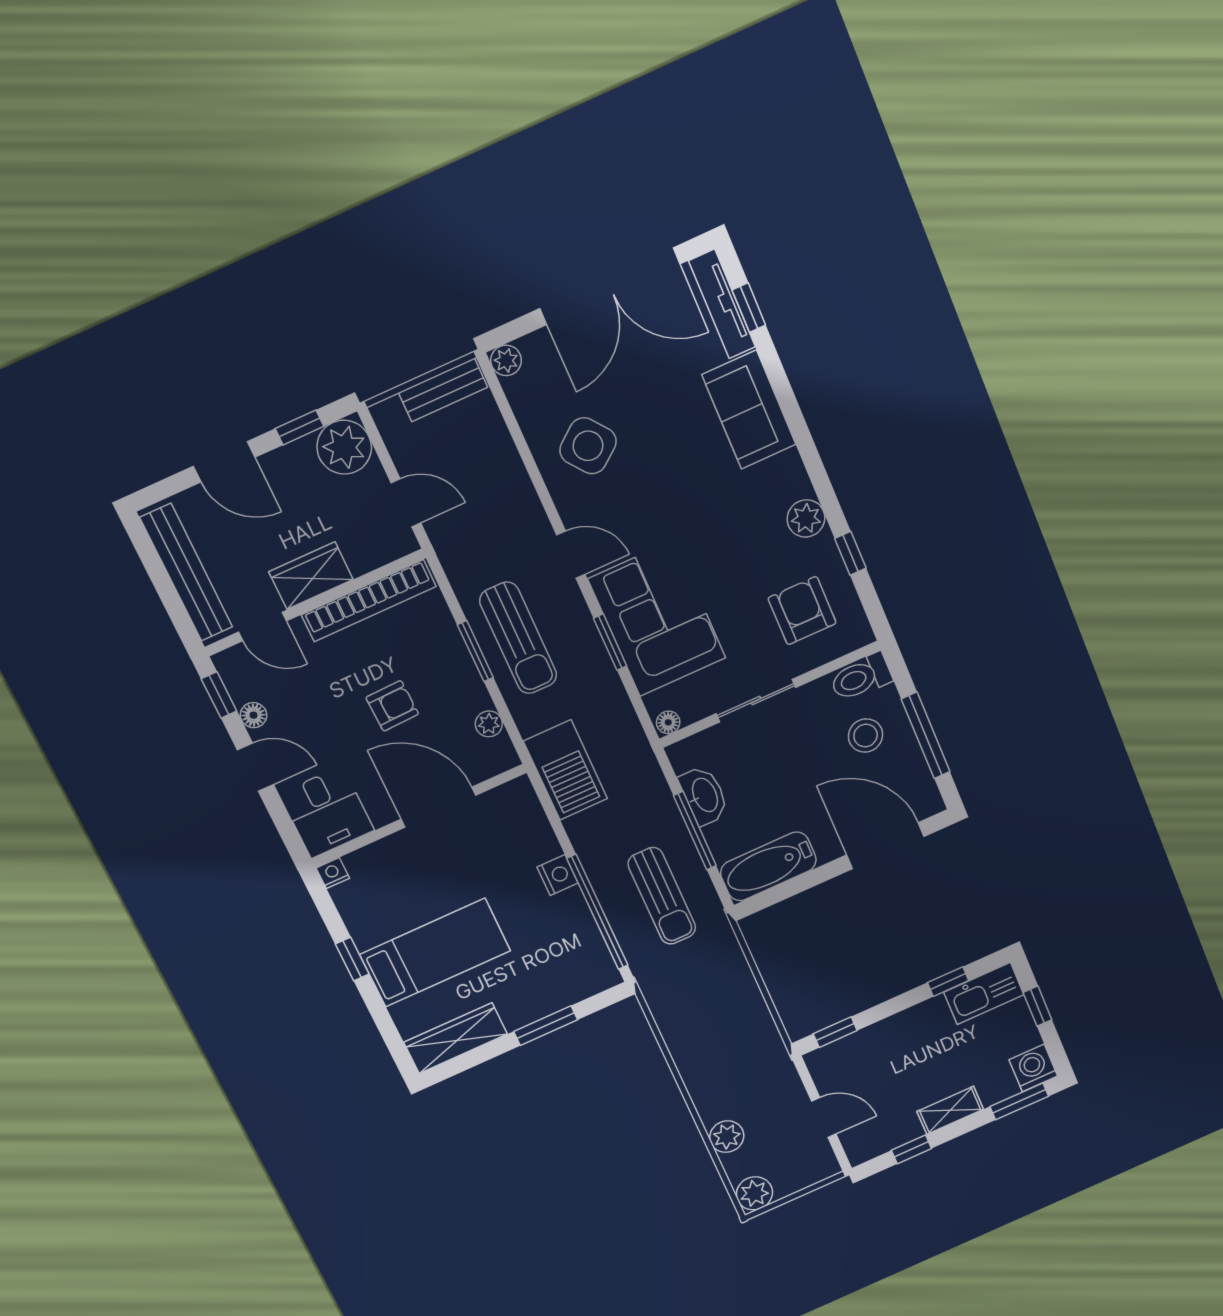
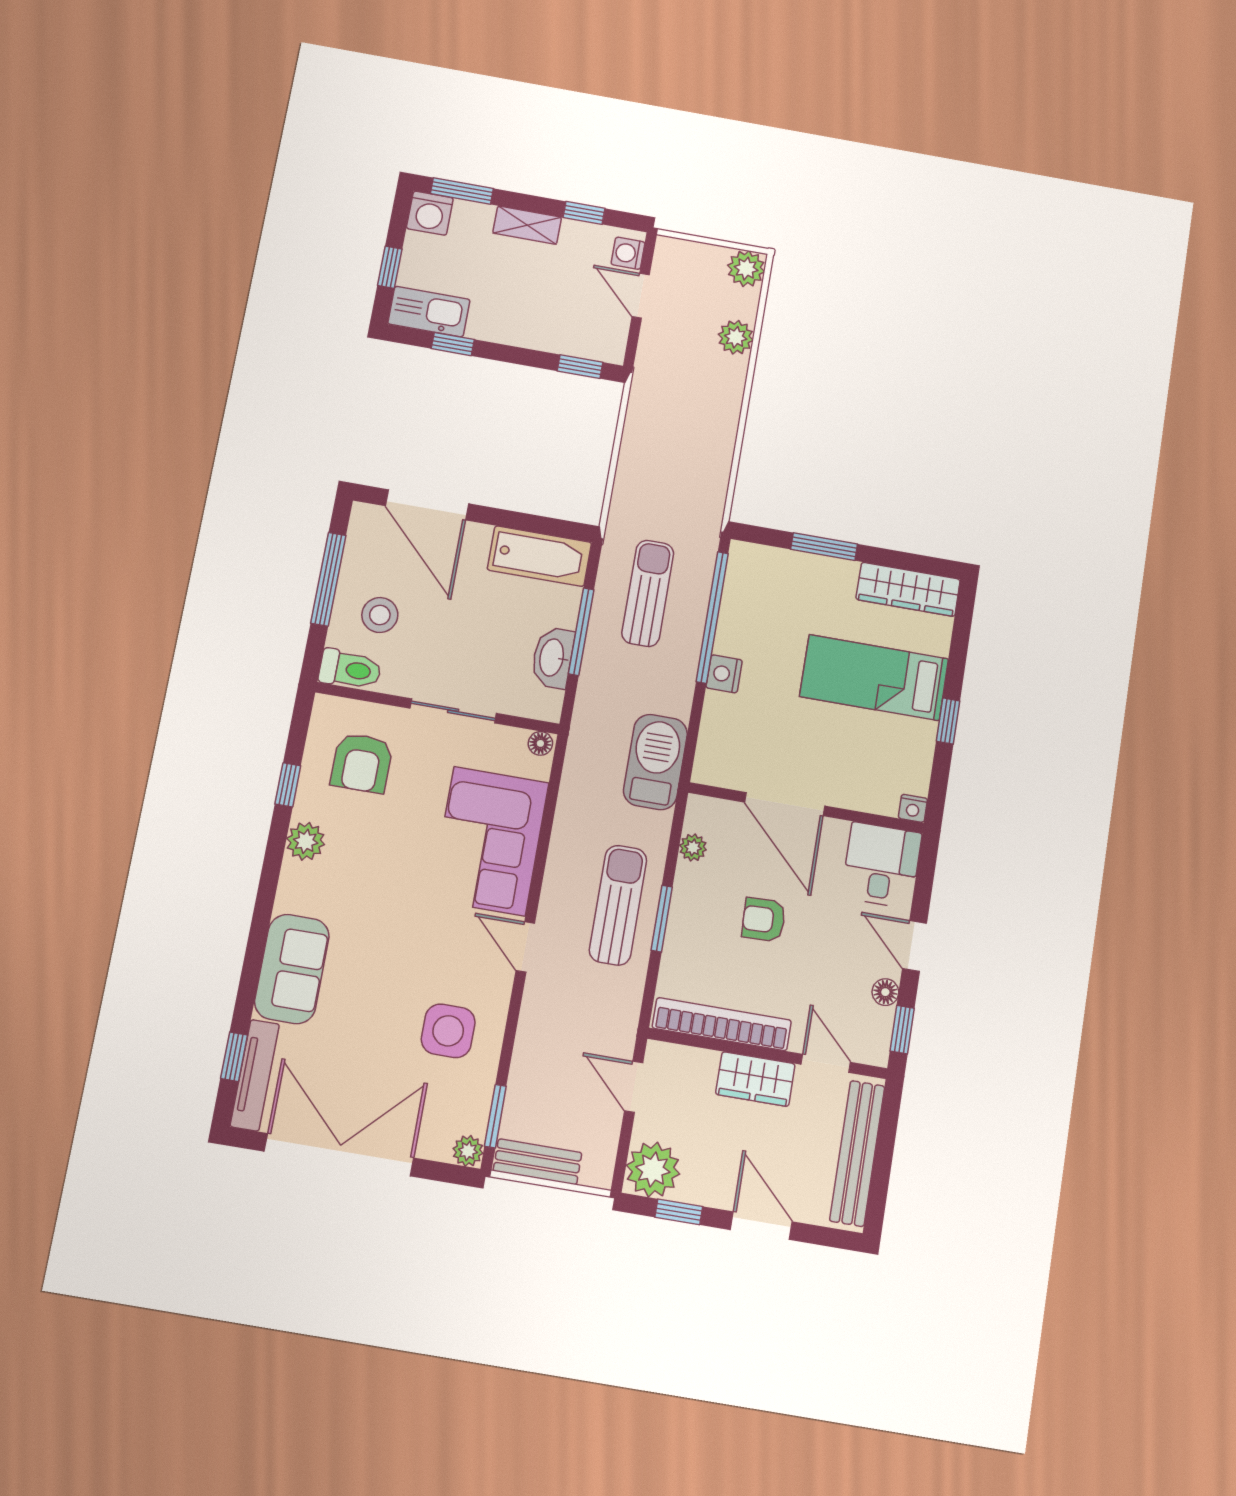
side table: (588, 446) -> (448, 1031), turned 38
window: (610, 642) -> (495, 1116), moved
washing machine: (856, 1142) -> (628, 253), added

